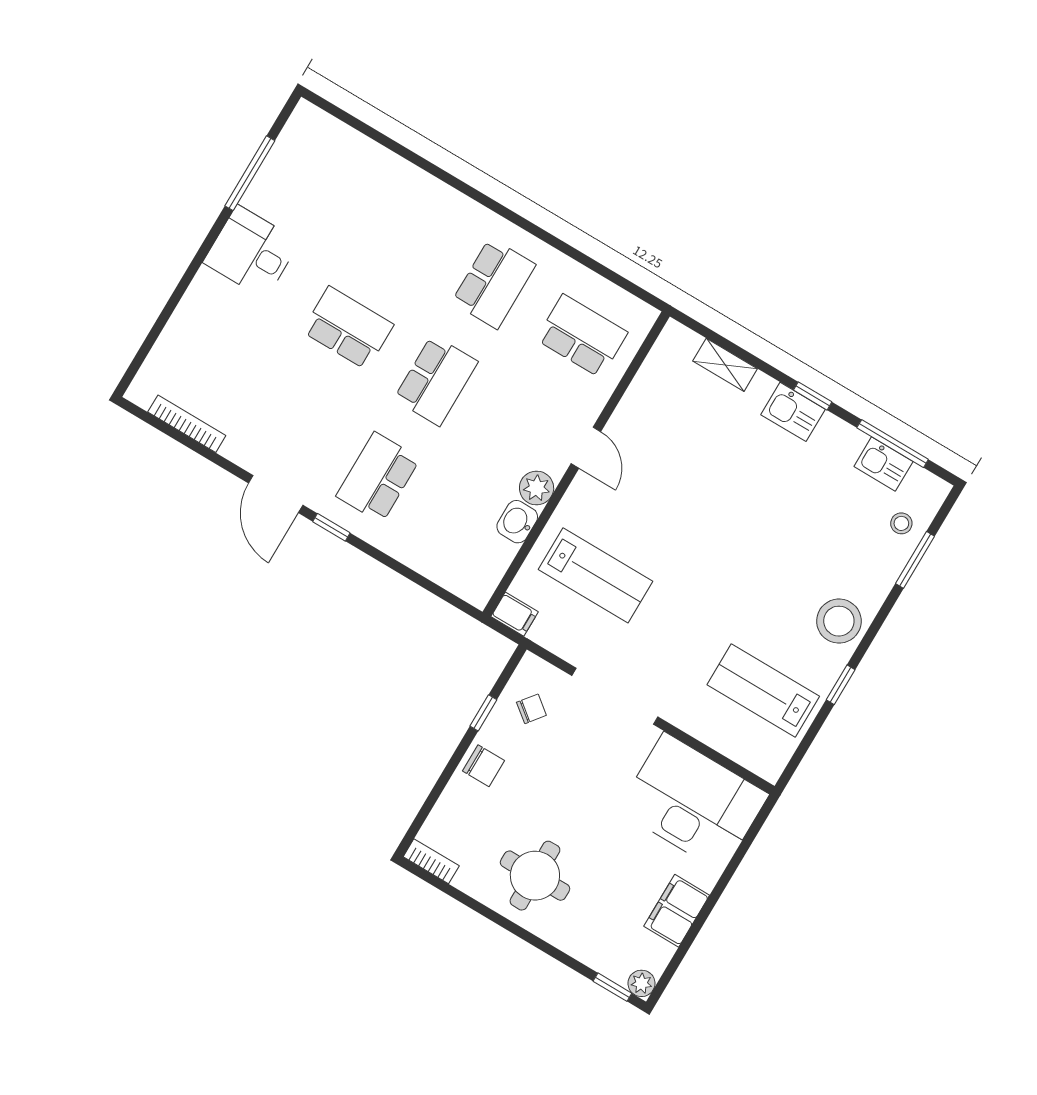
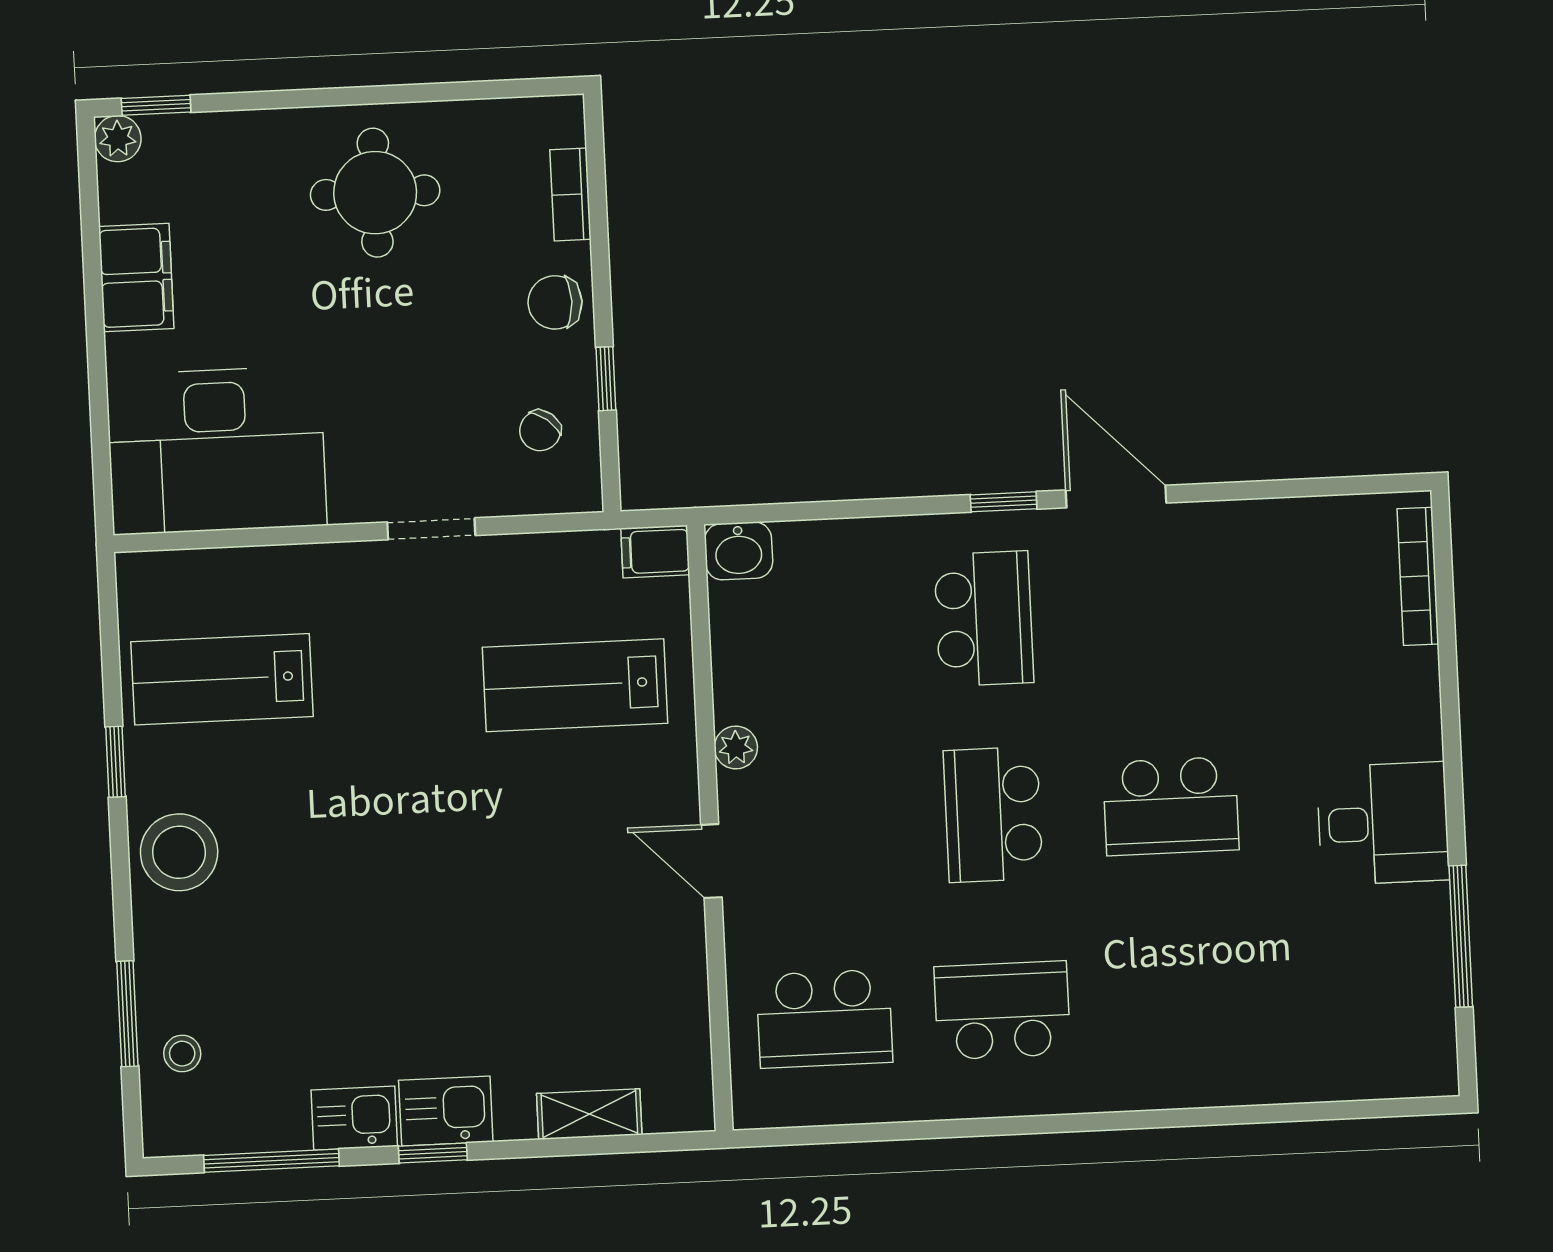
school desk: (494, 283) -> (1002, 1010), turned 90
bookcase: (187, 424) -> (1418, 576), moved, turned 90
kitchen sink: (883, 464) -> (354, 1118), moved
plant: (537, 488) -> (736, 748), width x0.73, depth x0.73
washbasin: (517, 522) -> (739, 551), moved, turned 90
lab bench: (763, 691) -> (222, 679), turned 180
doorway: (615, 696) -> (431, 529), width x0.53
bookcase: (431, 861) -> (570, 195), moved, turned 90

